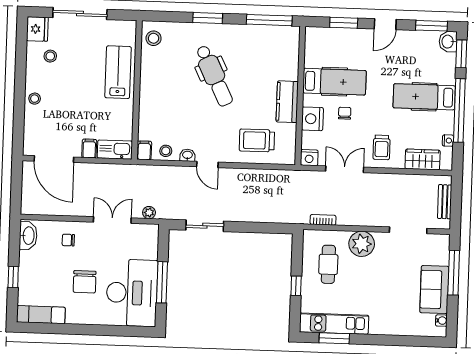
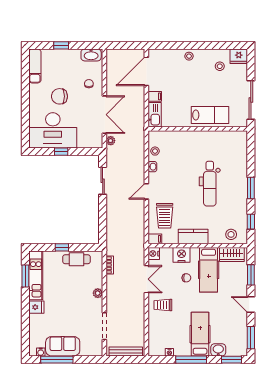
sliding door: (80, 13) -> (251, 100), moved
window: (208, 18) -> (251, 188), moved
window: (269, 20) -> (251, 222), width x0.46
stool: (154, 38) -> (231, 234), moved
washbasin: (448, 42) -> (218, 350), moved
dental chair: (214, 76) -> (210, 184), turned -64
window: (459, 110) -> (191, 360), width x0.68
trolley: (257, 140) -> (165, 216), turned 180
filing cabinet: (144, 150) -> (155, 239), moved
wardrobe: (423, 159) -> (232, 255), moved, turned 90
door: (207, 164) -> (146, 191), moved
bench: (445, 202) -> (126, 351), width x1.36
double door: (112, 220) -> (104, 115), width x1.37
plant: (362, 244) -> (98, 293), width x0.53, depth x0.53
cafe table: (328, 264) -> (76, 259), moved
window: (454, 273) -> (57, 360), moved
window: (162, 282) -> (61, 152), width x0.46
fridge: (378, 324) -> (36, 307), added

